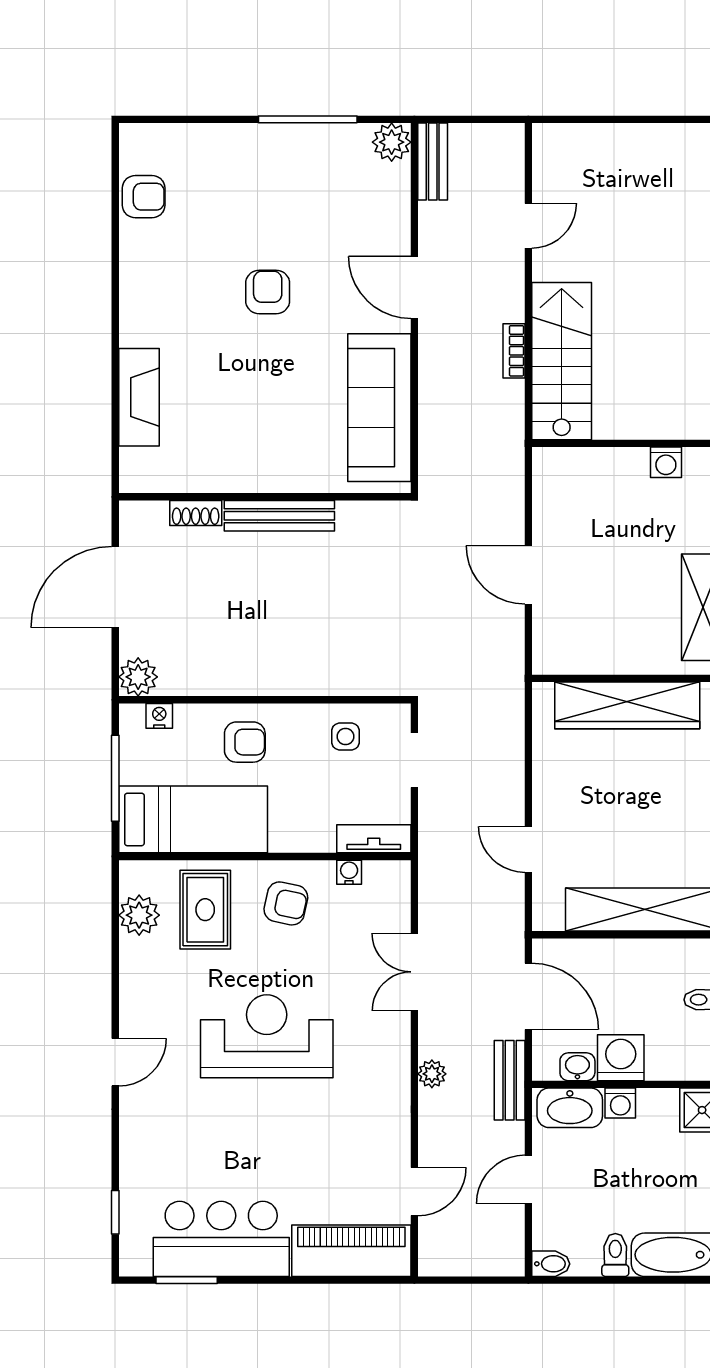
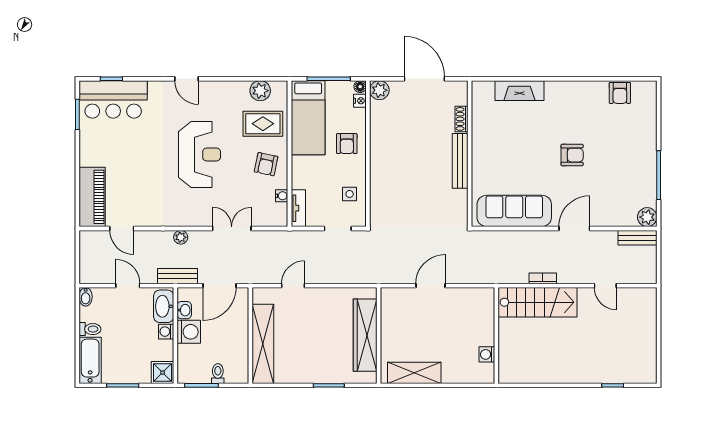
floor lamp: (131, 715) -> (360, 87), added
bar counter: (221, 1239) -> (113, 99), moved, turned 90

